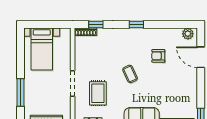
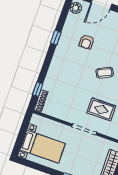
window: (136, 25) -> (56, 38), moved
coffee table: (130, 74) -> (105, 73), moved

